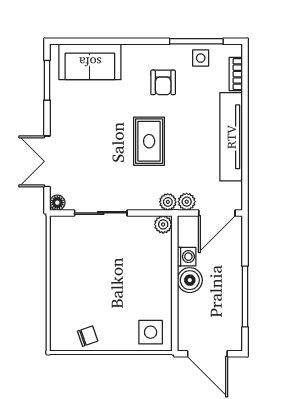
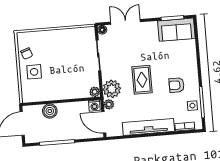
sofa: (90, 62) -> (176, 30), moved, turned -90
rug: (149, 141) -> (142, 80), turned 90
plant: (168, 202) -> (112, 89), width x1.87, depth x1.87
washing machine: (187, 257) -> (94, 105), moved
boiler: (190, 280) -> (50, 111), moved
side table: (151, 332) -> (34, 72), moved

